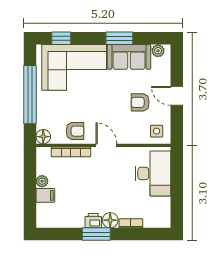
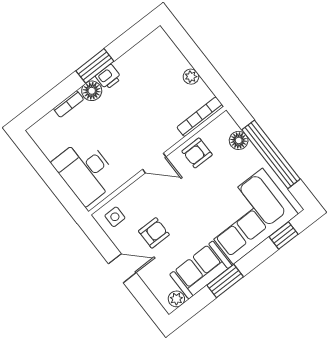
floor lamp: (43, 137) -> (239, 140), moved
bookcase: (71, 152) -> (200, 117), moved
filing cabinet: (45, 195) -> (176, 65), removed

